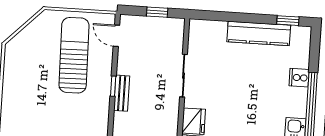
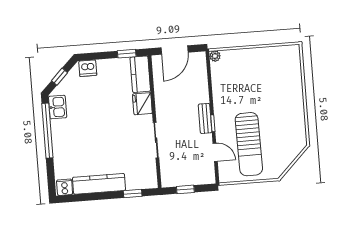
window: (288, 21) -> (133, 194), moved
door: (116, 36) -> (215, 152), moved
cooker: (299, 78) -> (65, 187), moved, turned -90

